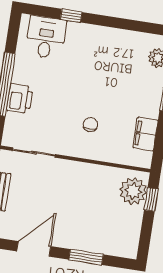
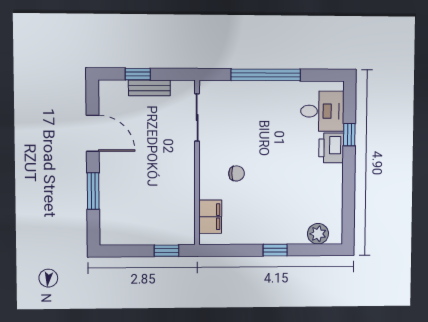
printer: (20, 99) -> (331, 148), moved, turned 90
filing cabinet: (145, 134) -> (210, 217), moved, turned 90
plant: (133, 191) -> (172, 230), removed

